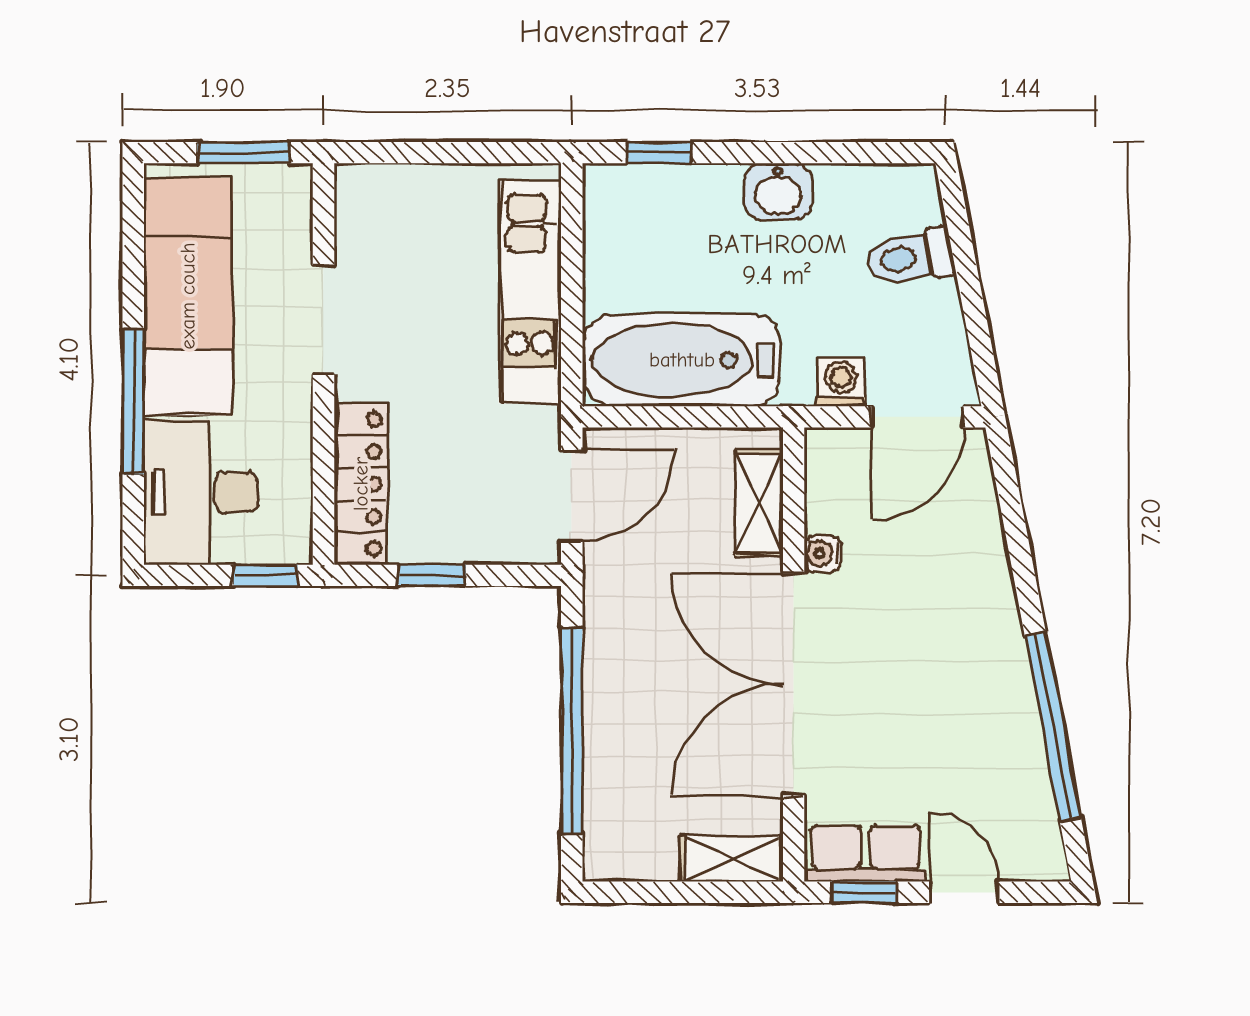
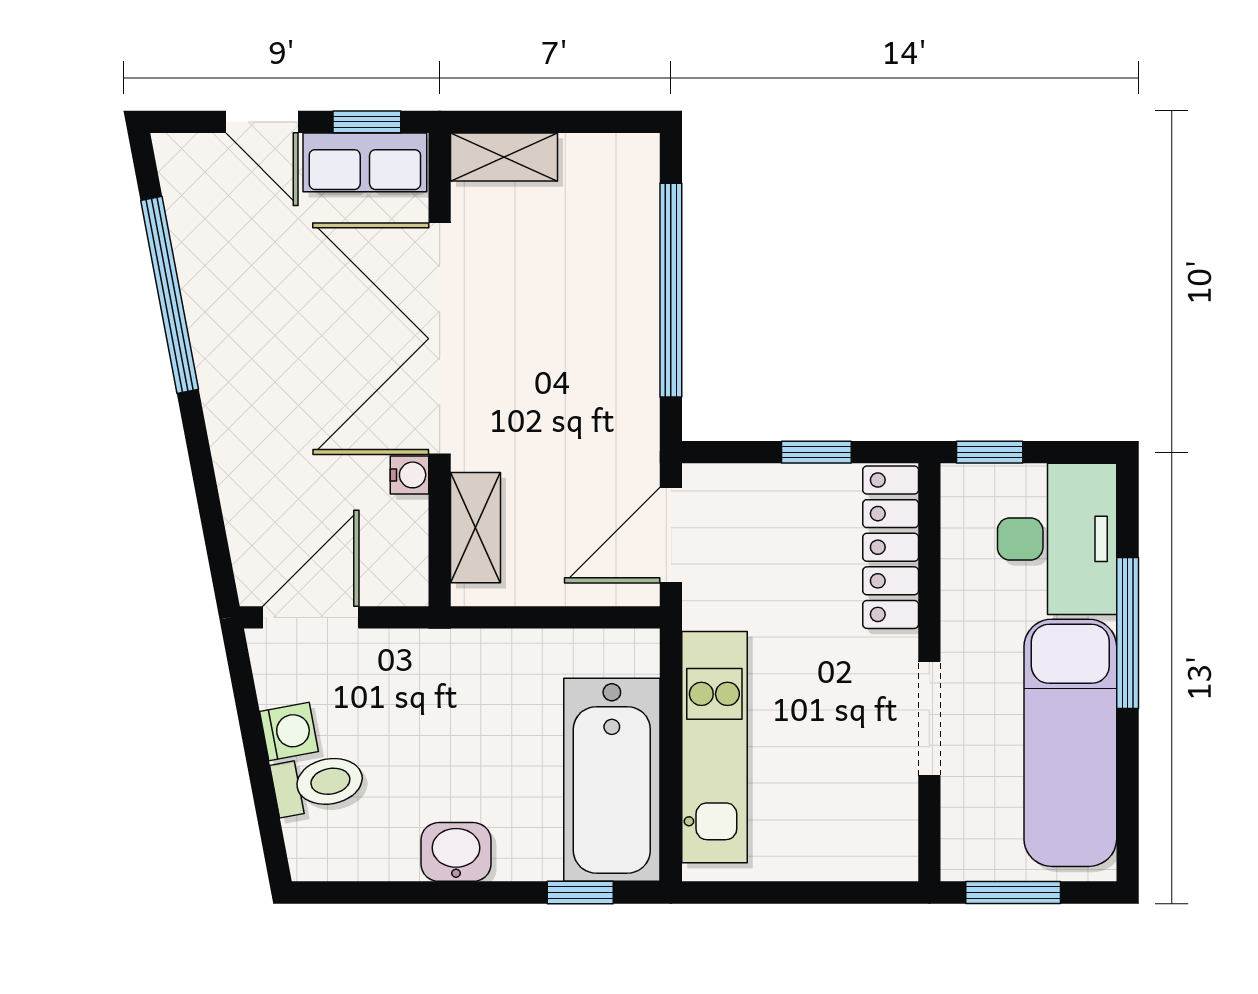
bathtub: (682, 360) -> (612, 780), moved, turned 90
washing machine: (841, 382) -> (289, 732), moved, turned -101
double door: (794, 684) -> (440, 339), swing flipped

